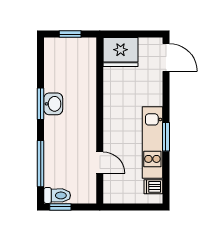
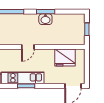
fridge: (121, 52) -> (65, 57), moved, turned -90
door: (100, 163) -> (28, 47), moved

